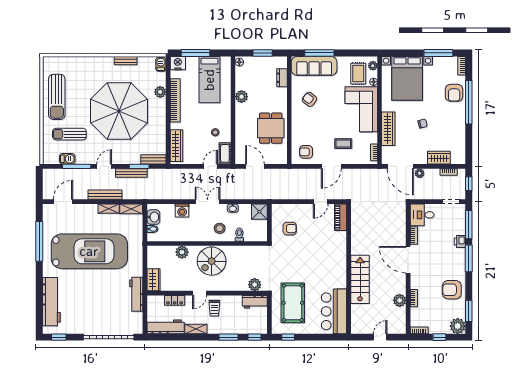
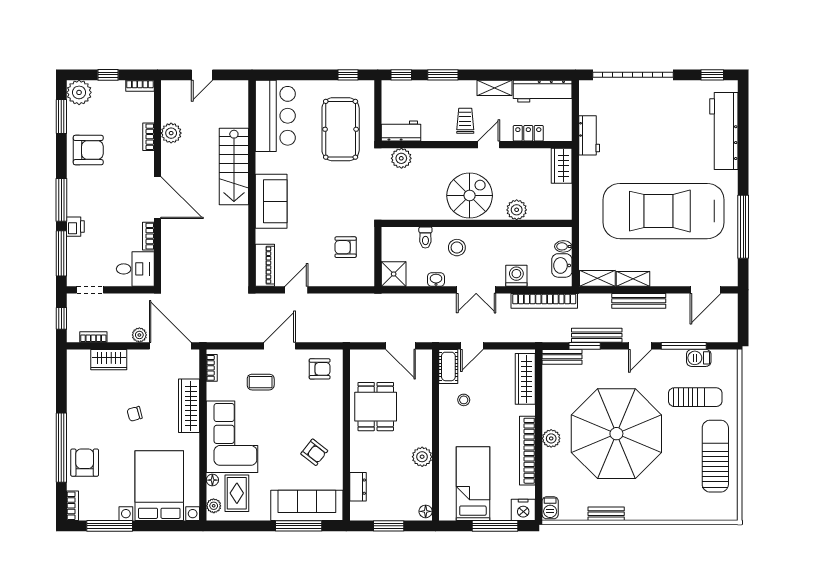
plant: (160, 92) -> (551, 438), moved
bookcase: (165, 195) -> (544, 301), added
sofa: (337, 257) -> (271, 201), added
workbench: (136, 294) -> (589, 135), width x0.73

